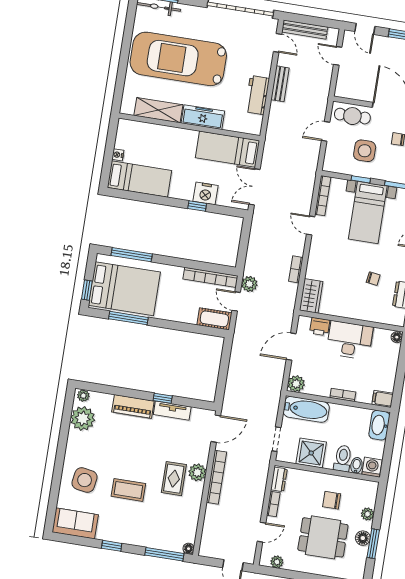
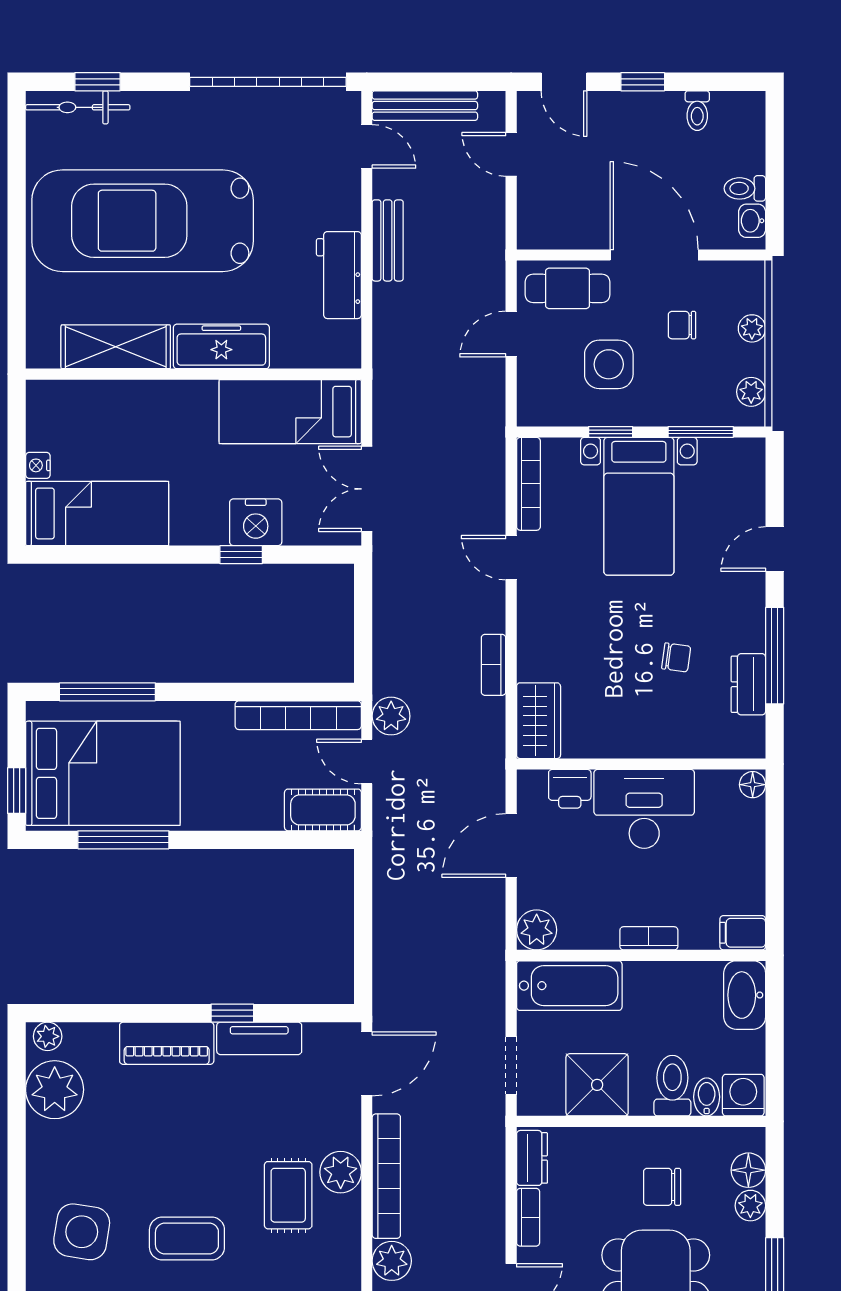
plant: (213, 513) -> (392, 1261), added
floor lamp: (363, 538) -> (748, 1170), moved

